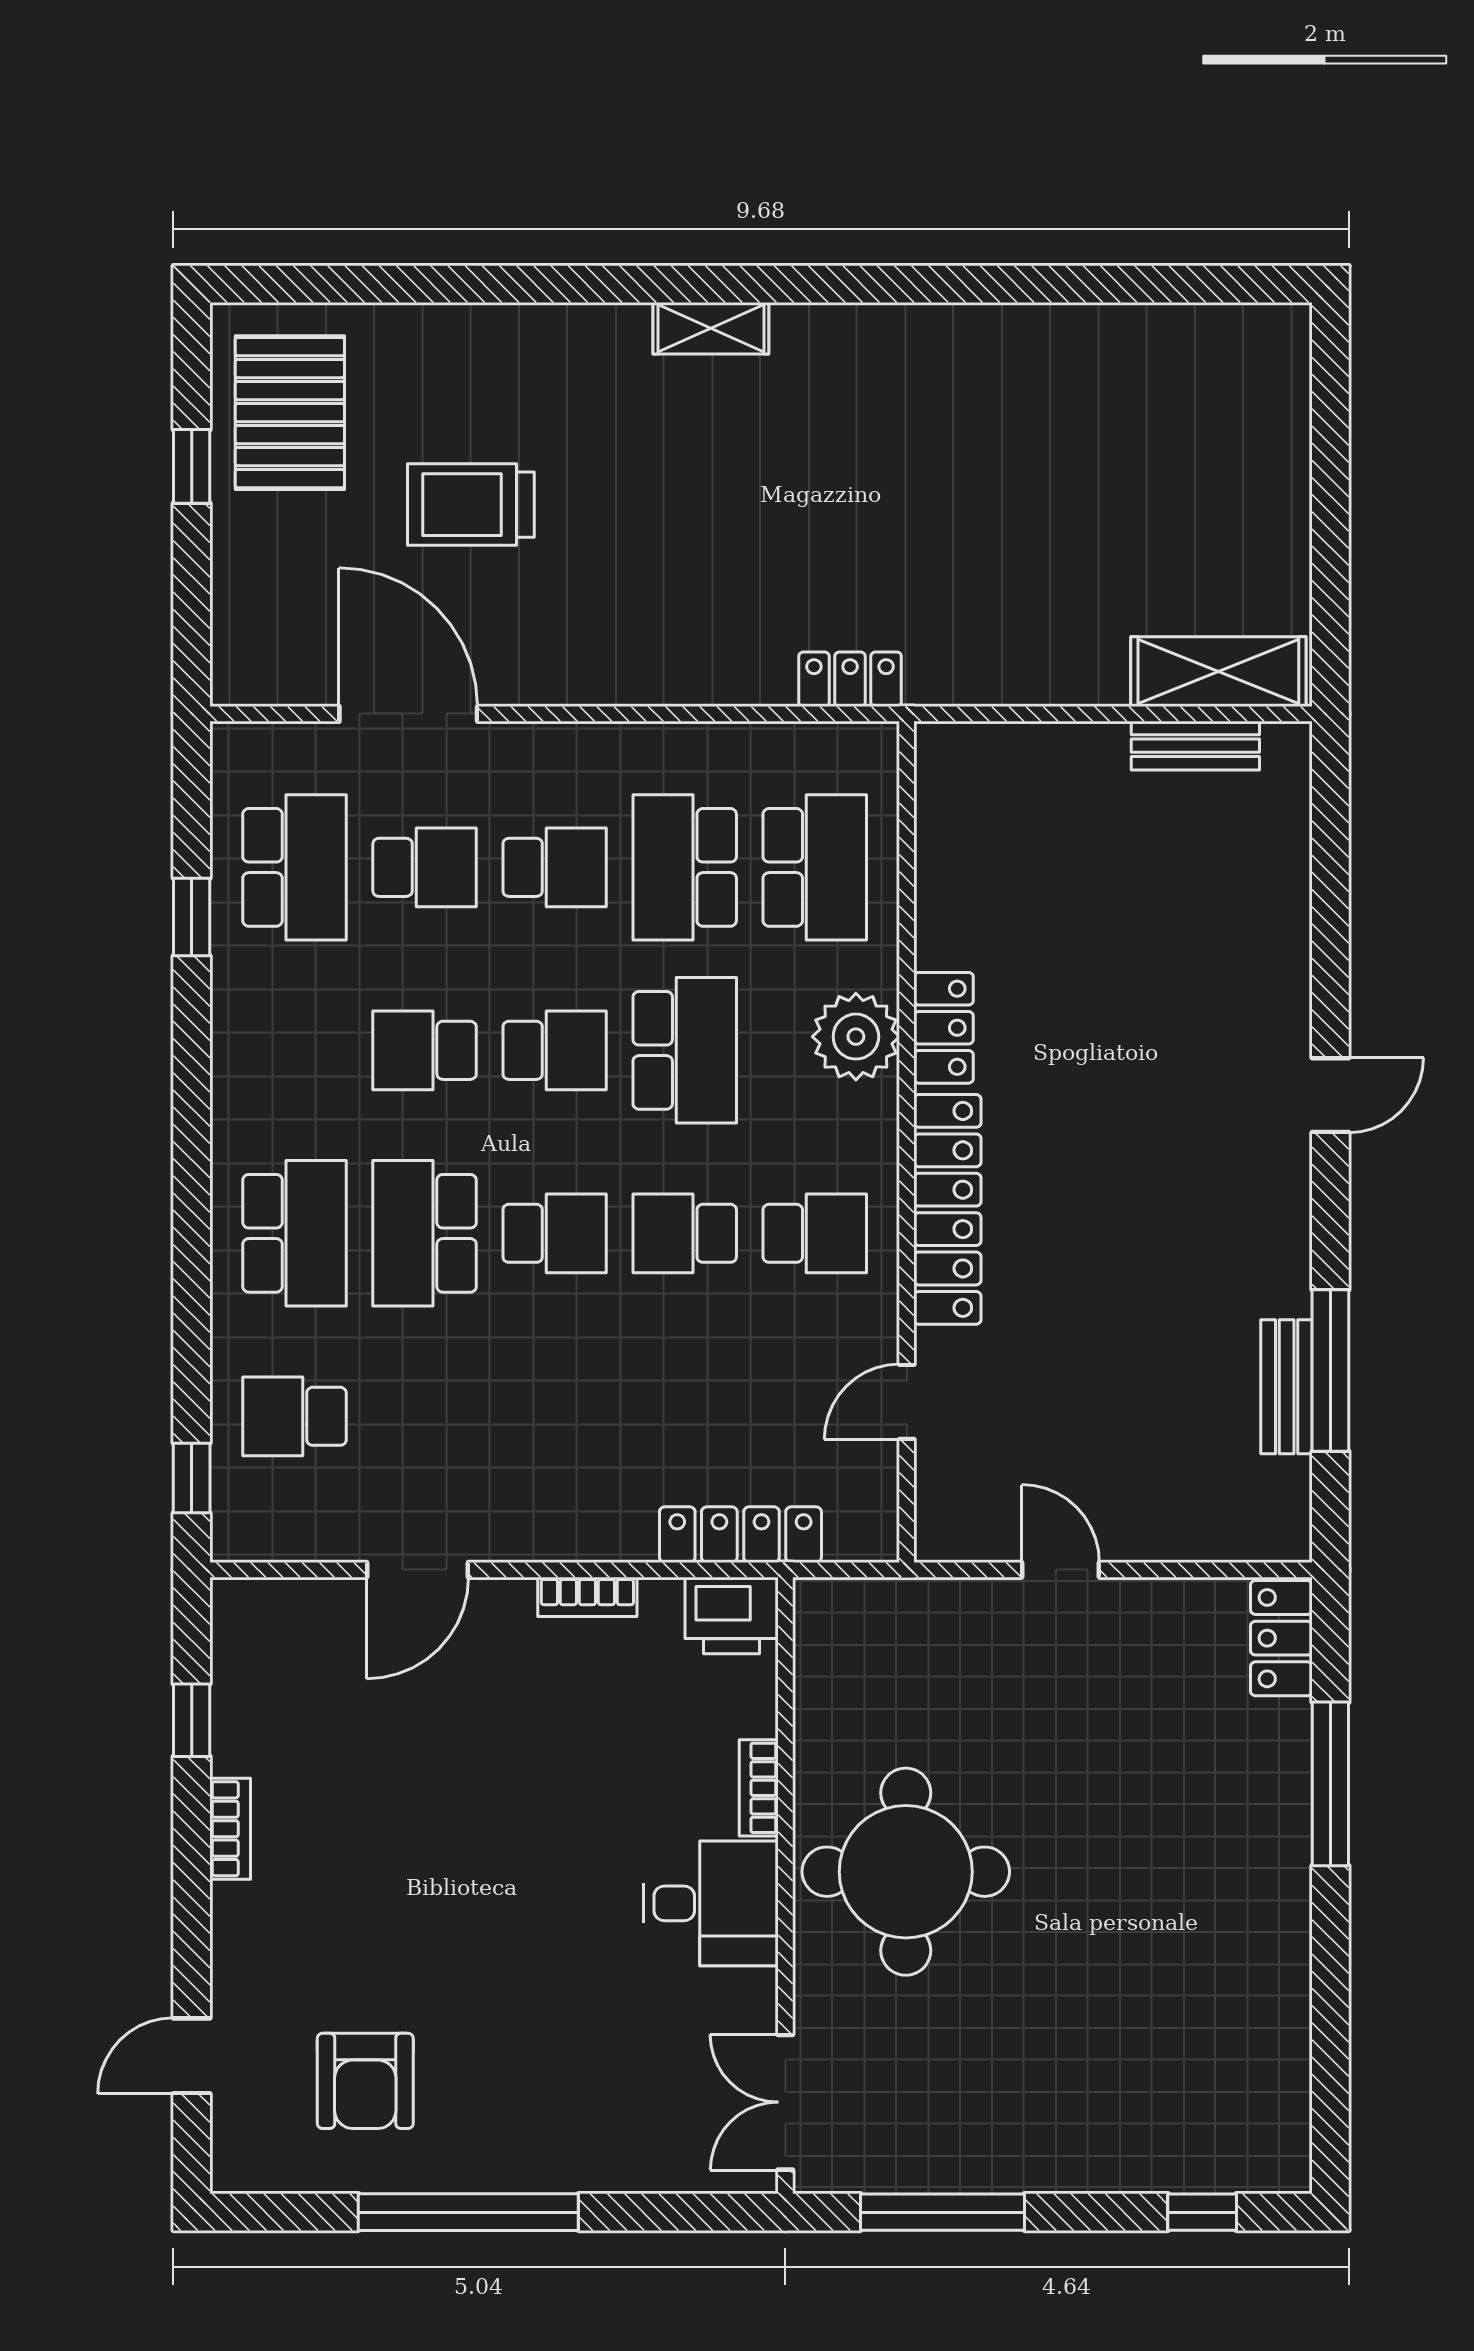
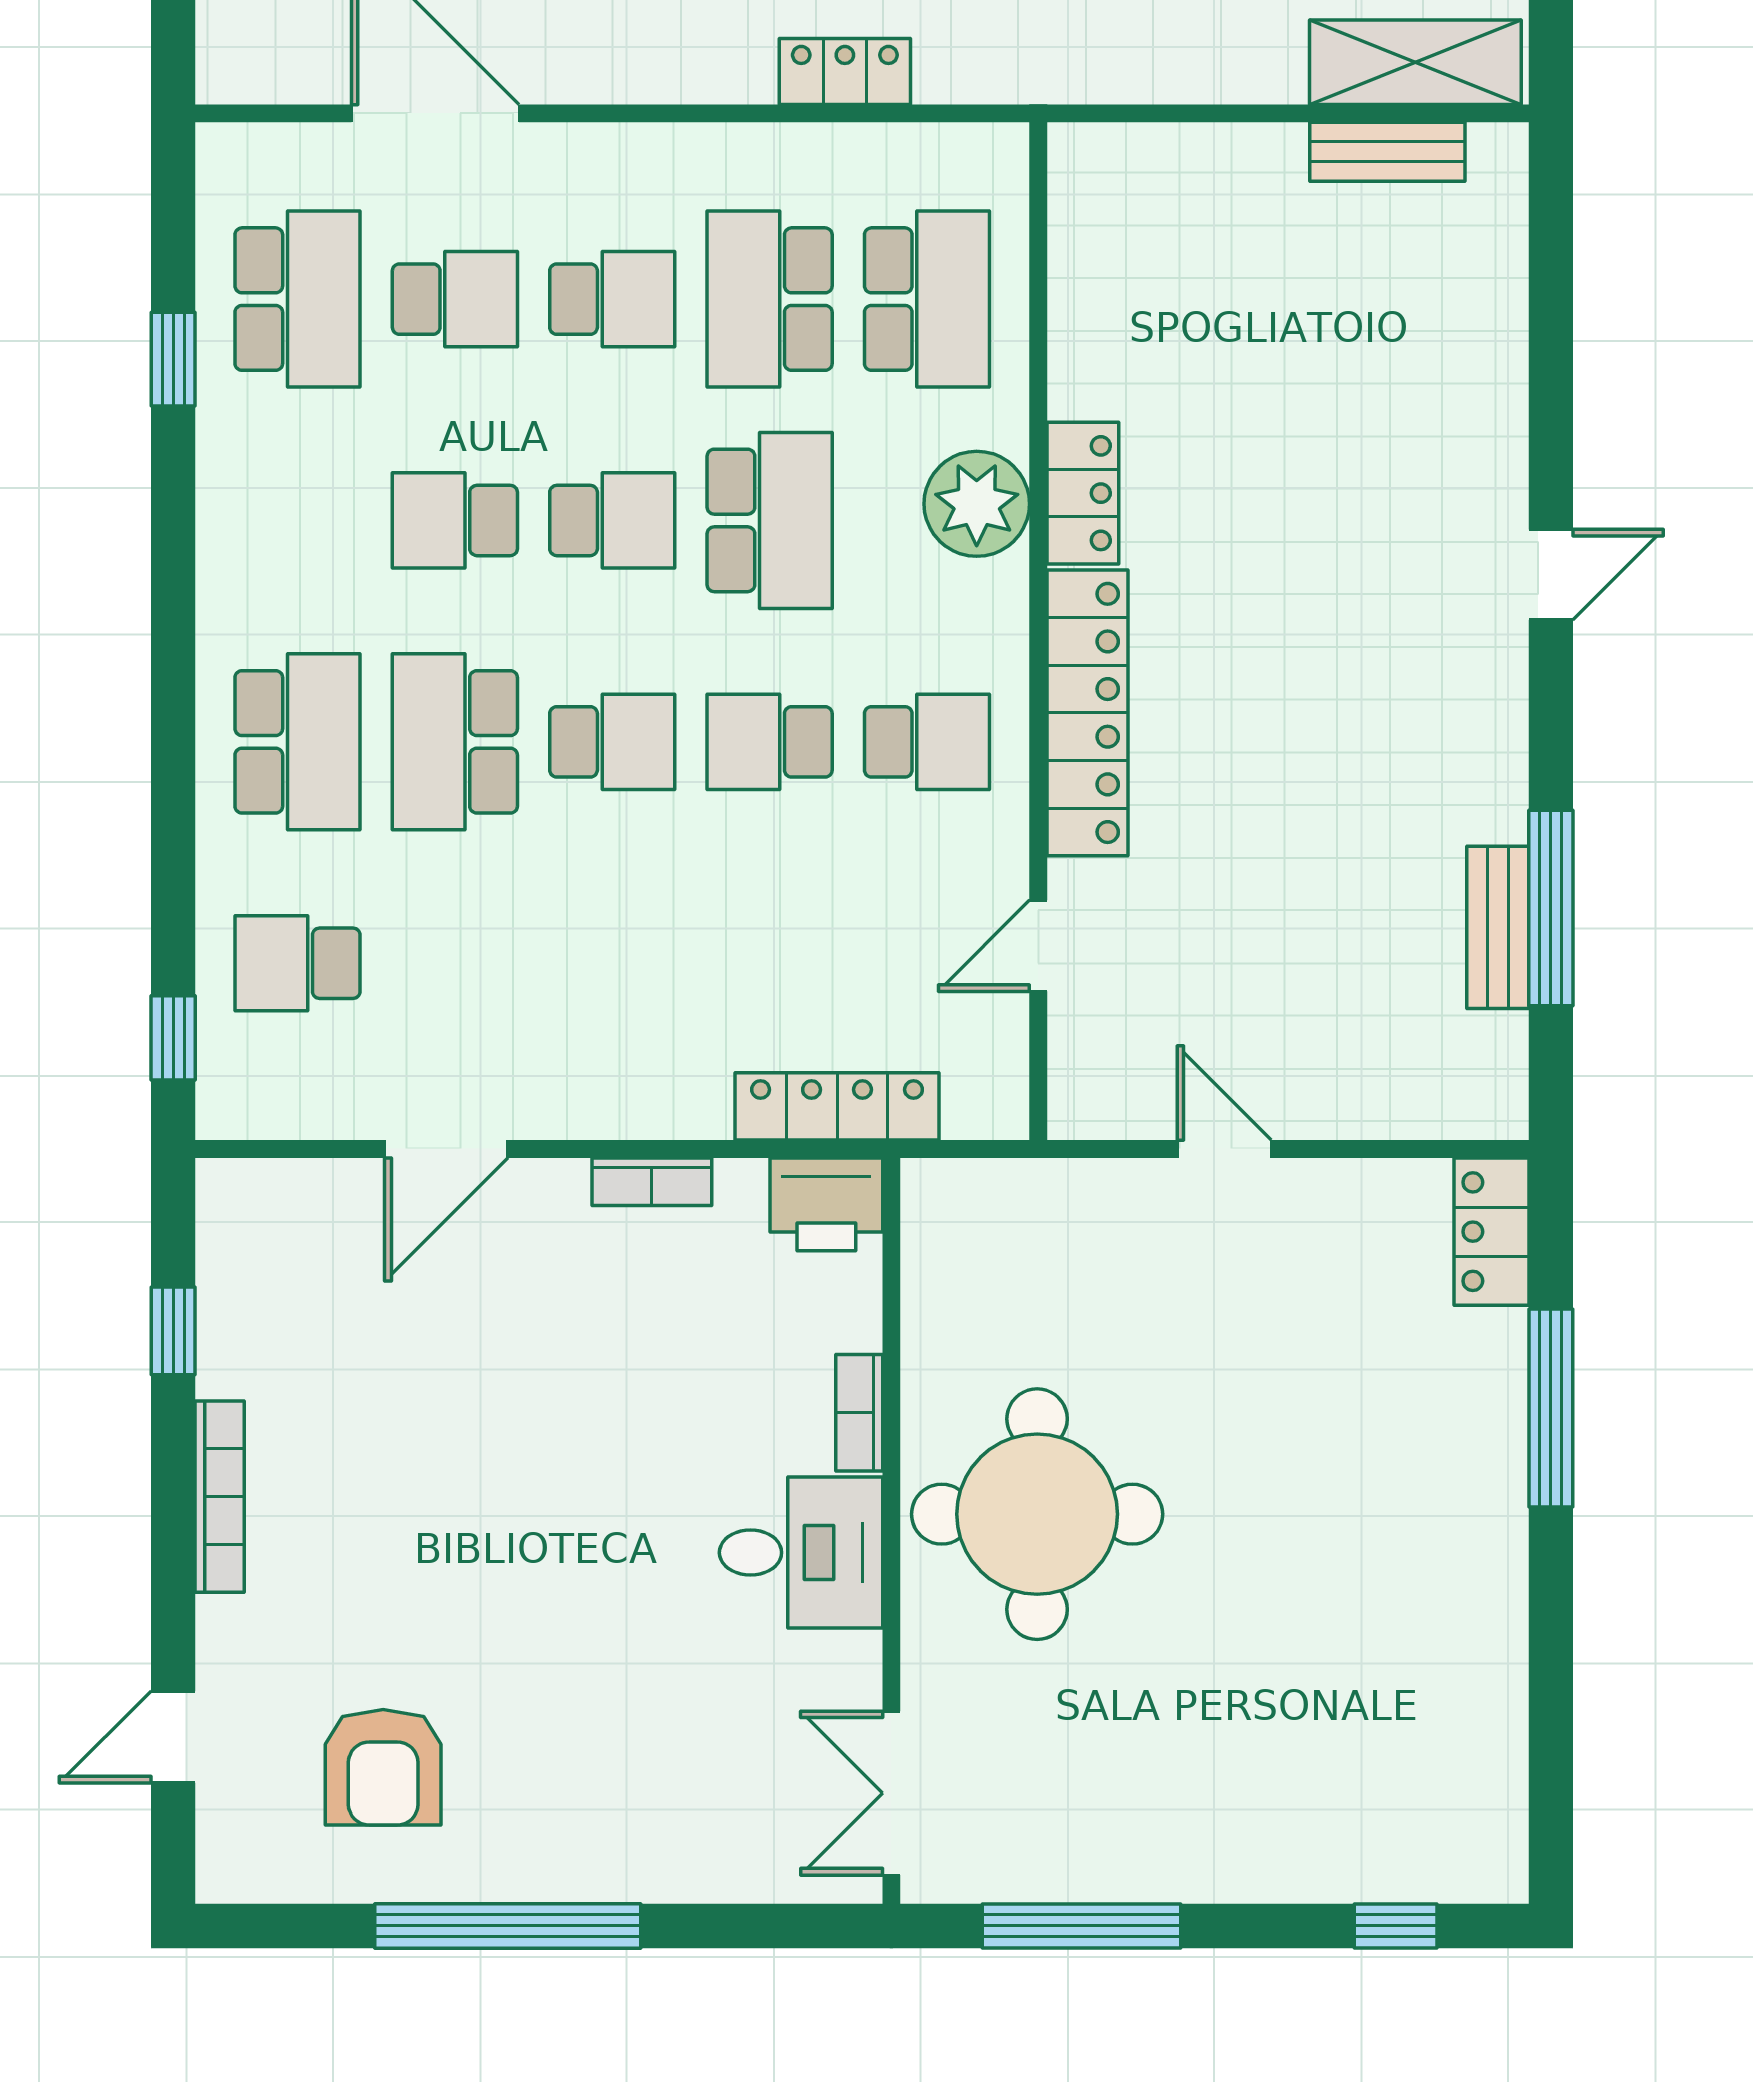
locker: (850, 679) -> (845, 72), moved
bookcase: (230, 1829) -> (220, 1497), width x1.56

